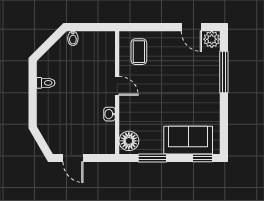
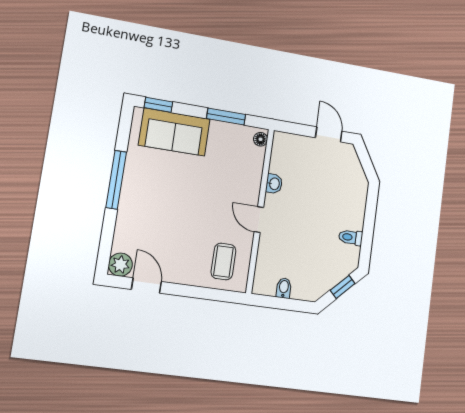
bidet: (73, 38) -> (284, 288), moved
window: (47, 45) -> (343, 287), added
window: (224, 72) -> (116, 180), moved
floor lamp: (129, 141) -> (261, 139), width x0.53, depth x0.53

